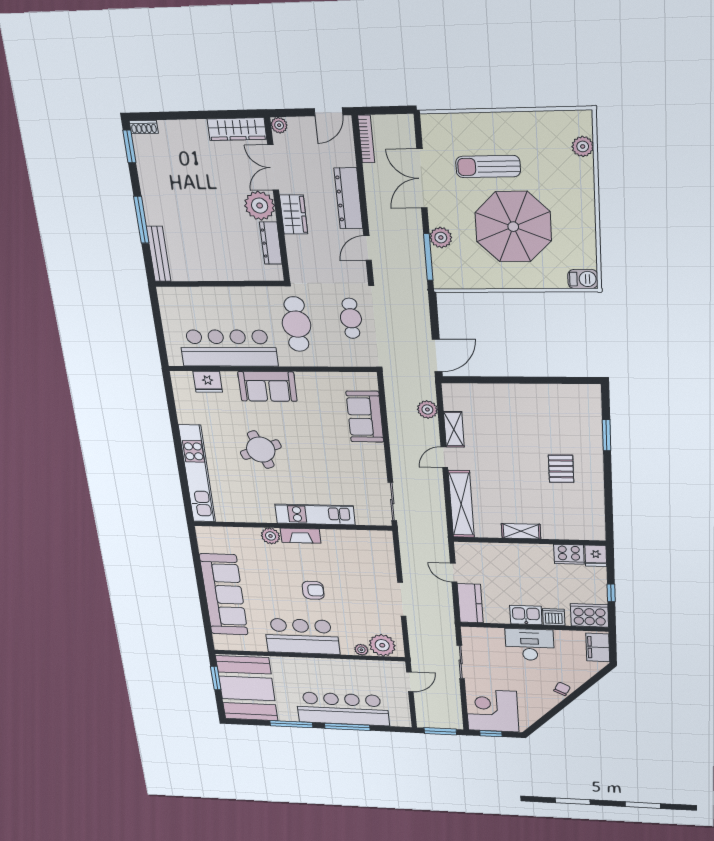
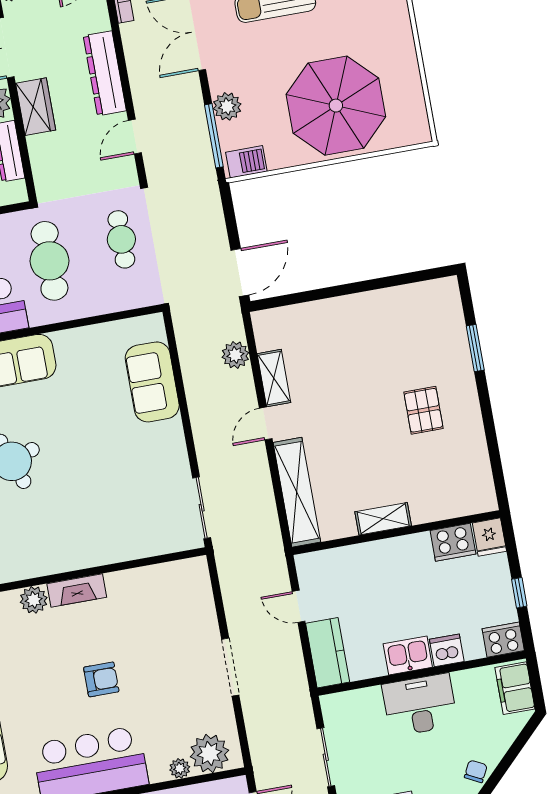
parasol: (513, 227) -> (336, 106), moved
barbecue: (583, 279) -> (246, 162), moved
kitchen unit: (315, 514) -> (95, 551), removed
cooker: (589, 615) -> (503, 640), width x0.73, depth x0.76

